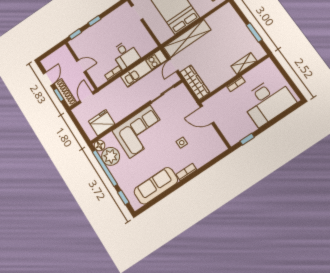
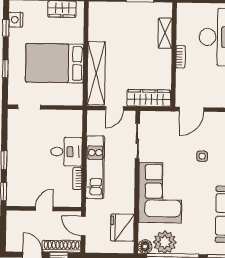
door: (173, 65) -> (115, 108), hinge flipped
kitchen unit: (144, 68) -> (95, 167), moved

